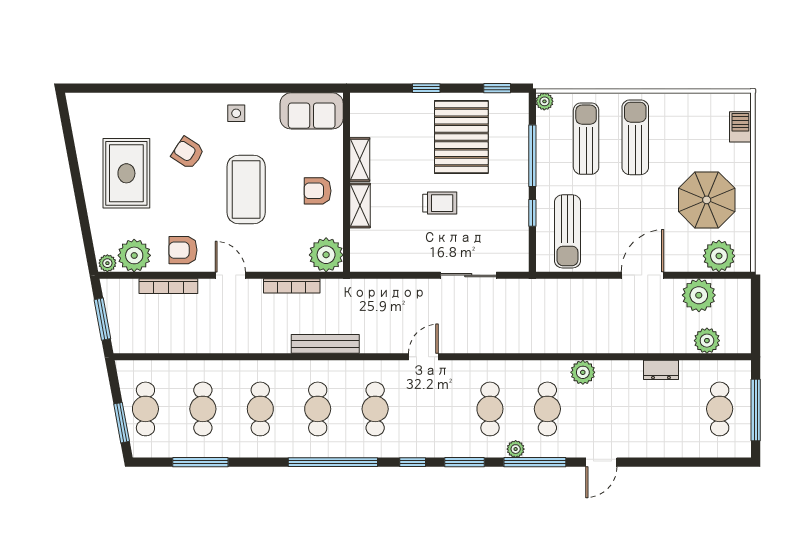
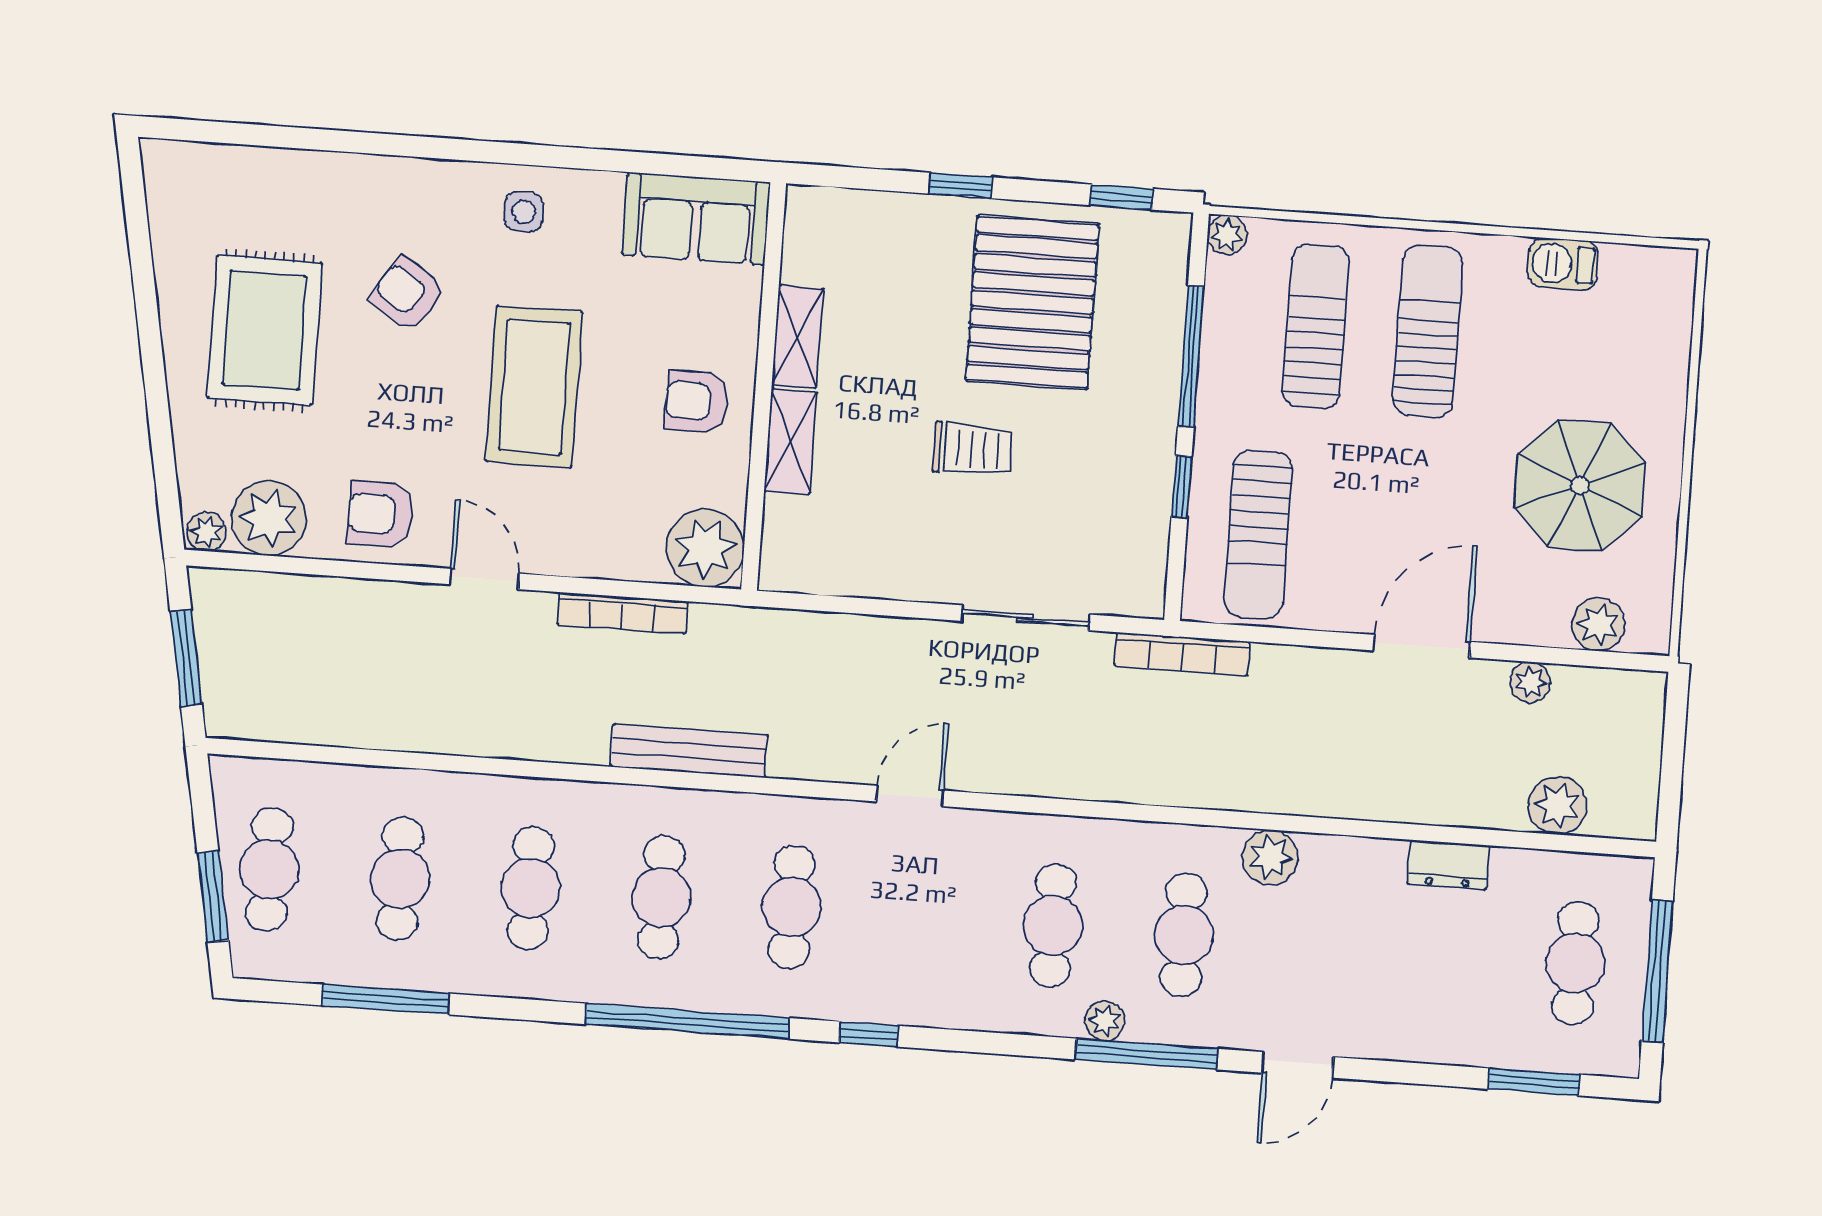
barbecue: (740, 127) -> (1563, 264), moved, turned -90
plant: (719, 256) -> (1598, 624), width x0.73, depth x0.73
bookcase: (168, 286) -> (1182, 654), moved
plant: (699, 295) -> (1530, 682), width x0.53, depth x0.53
window: (464, 462) -> (1534, 1082), moved

